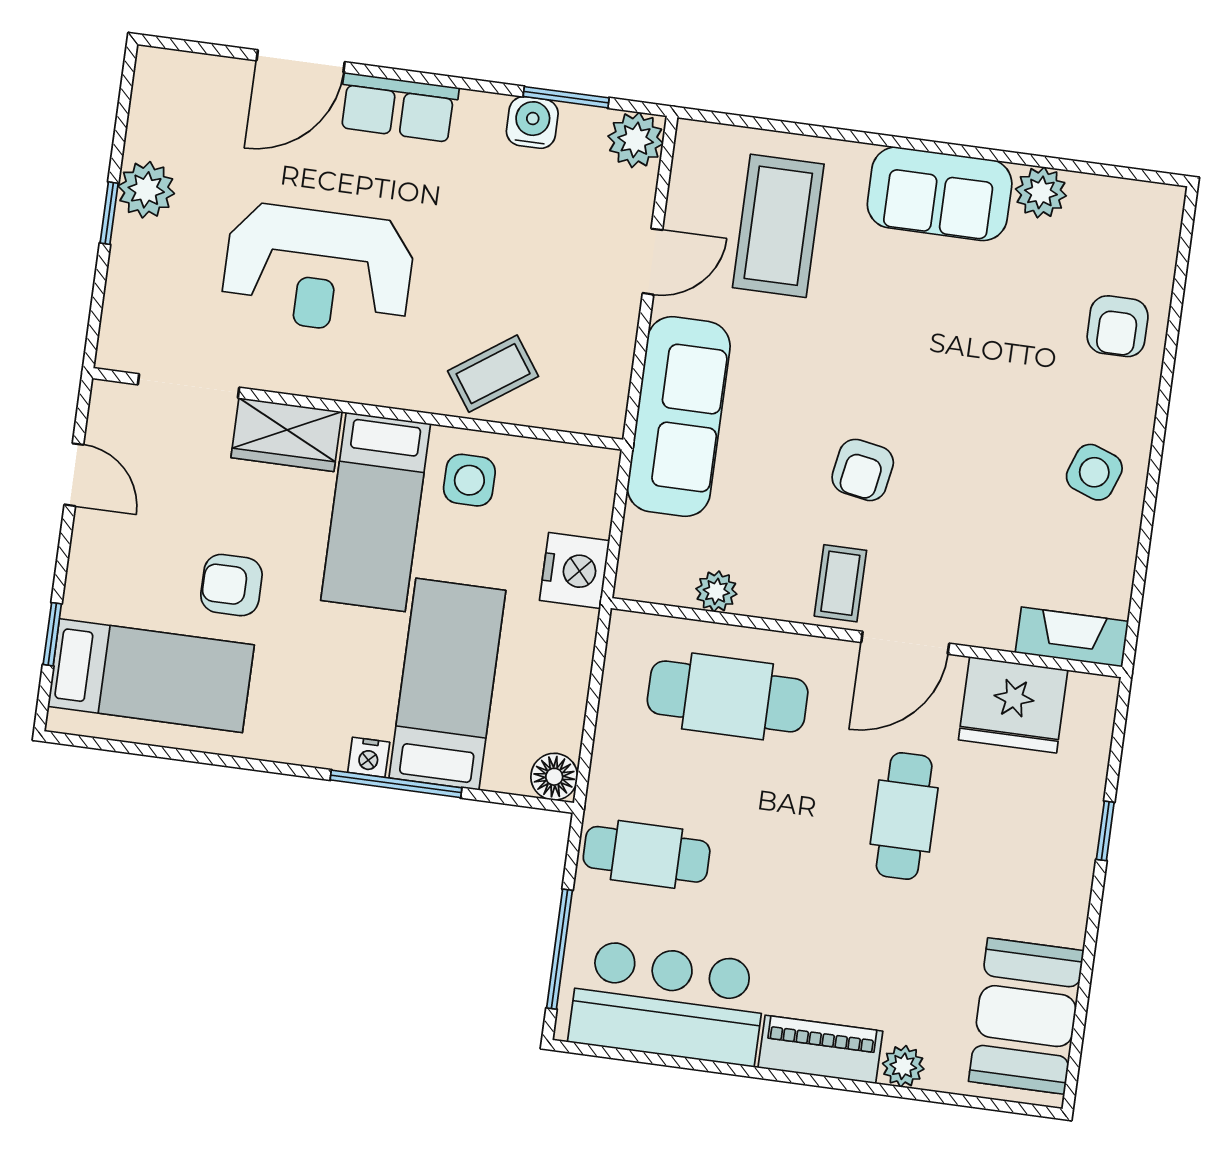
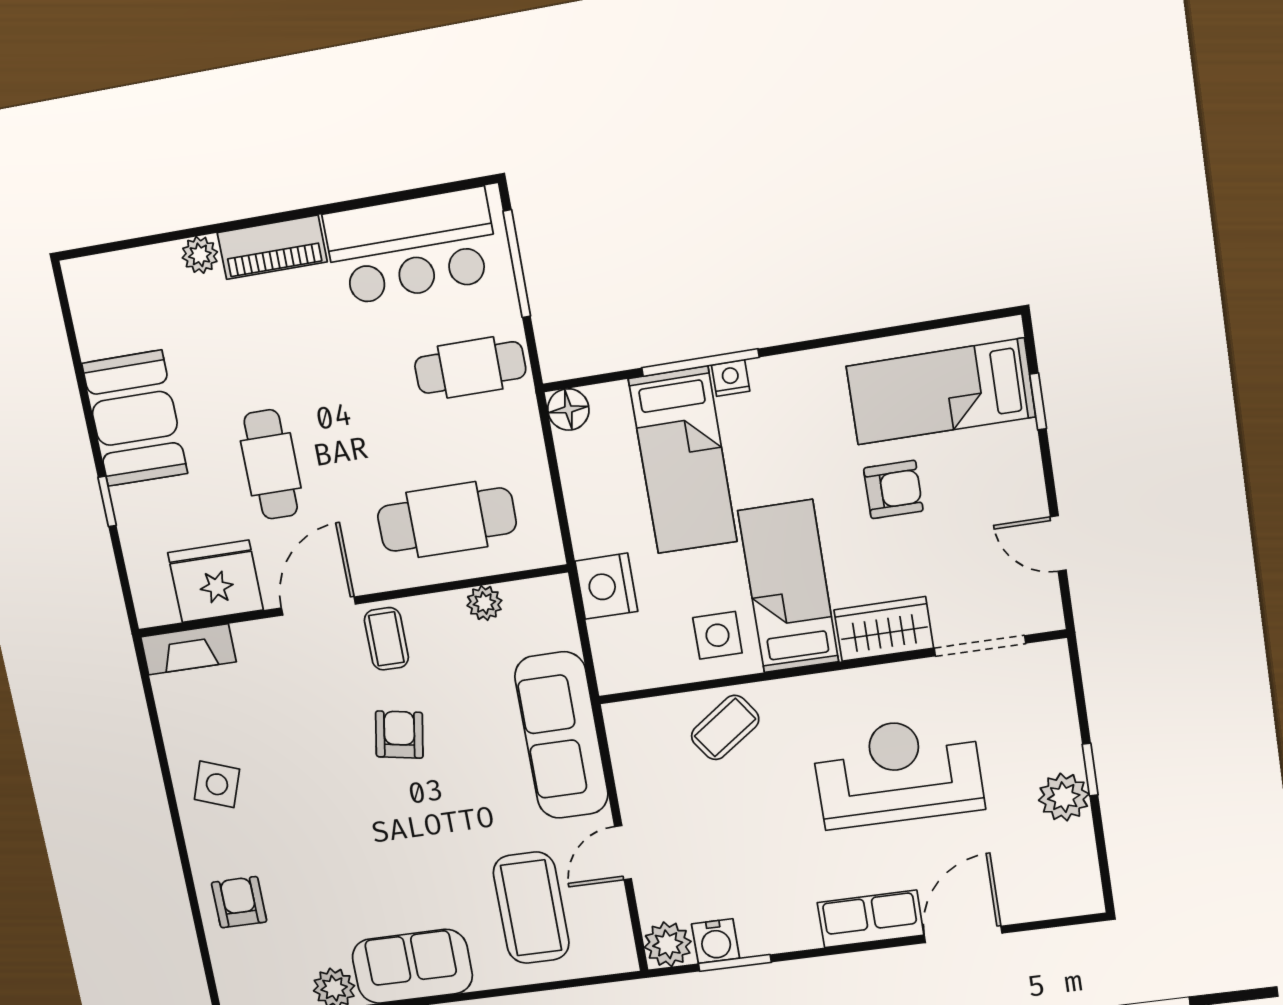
water cooler: (532, 122) -> (716, 941), moved
booth: (1026, 1016) -> (135, 418), moved

